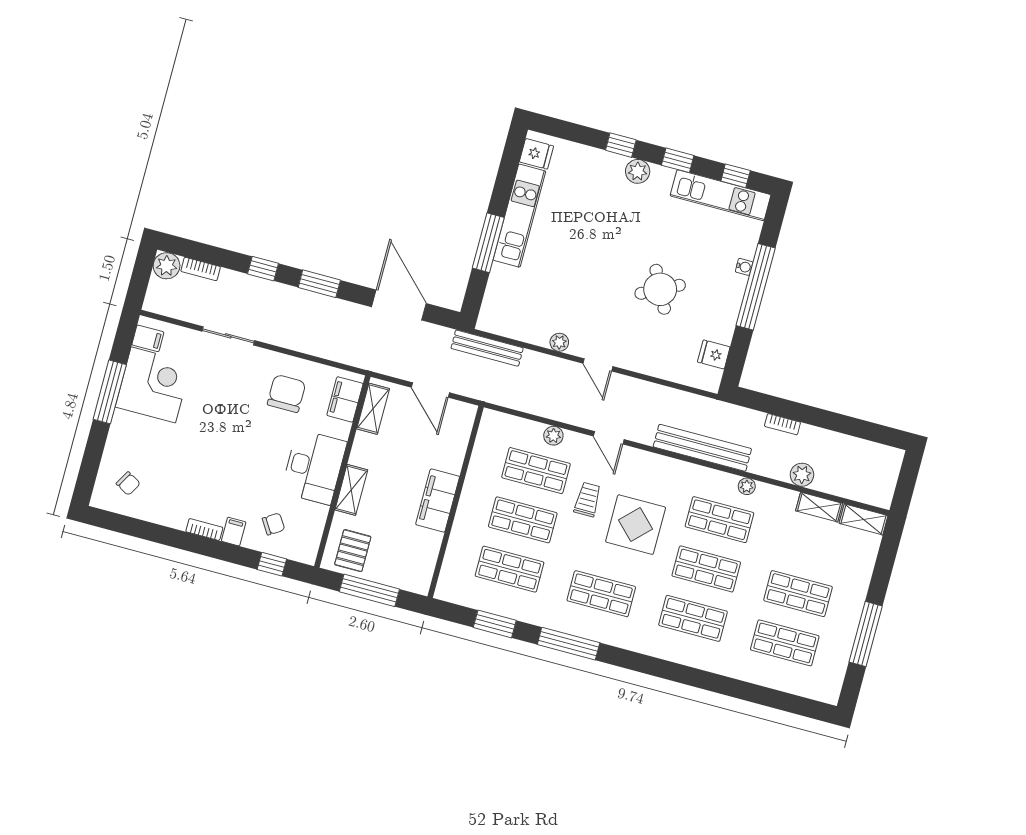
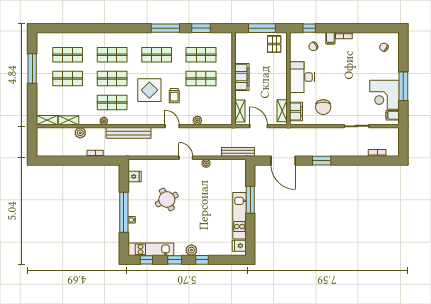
plant: (167, 266) -> (393, 150), removed
window: (263, 269) -> (349, 161), removed
shop shelf: (536, 471) -> (201, 102), removed
shelving: (351, 490) -> (240, 111), moved

